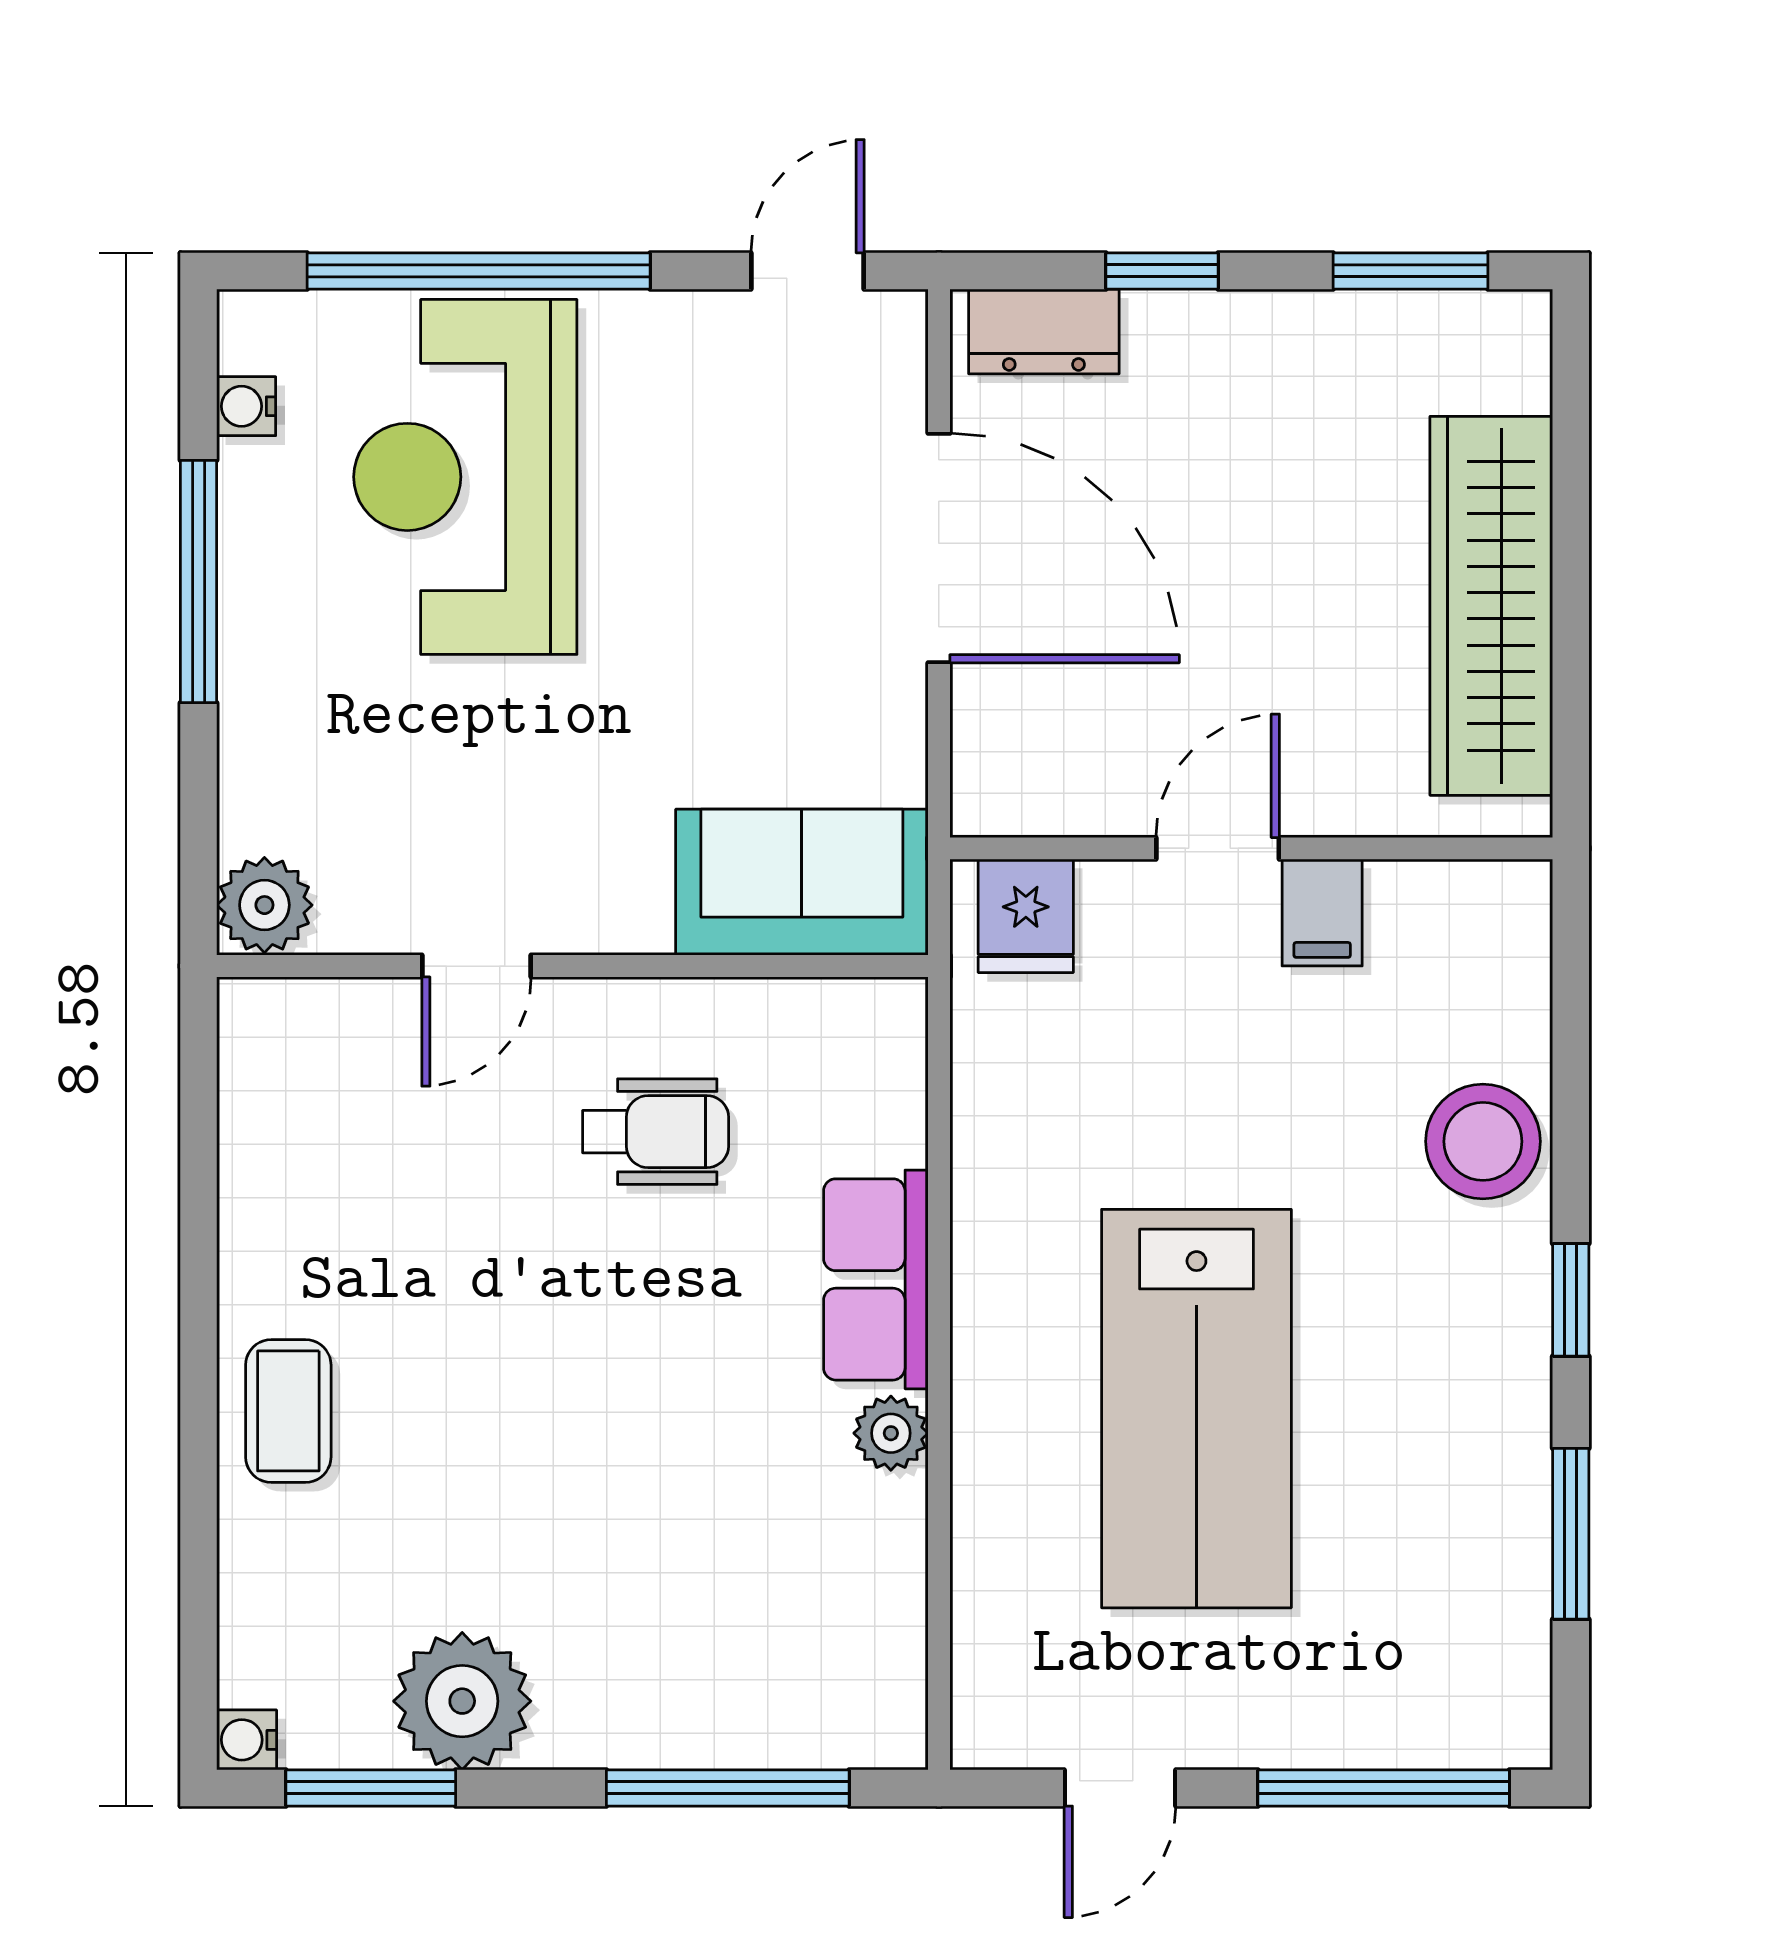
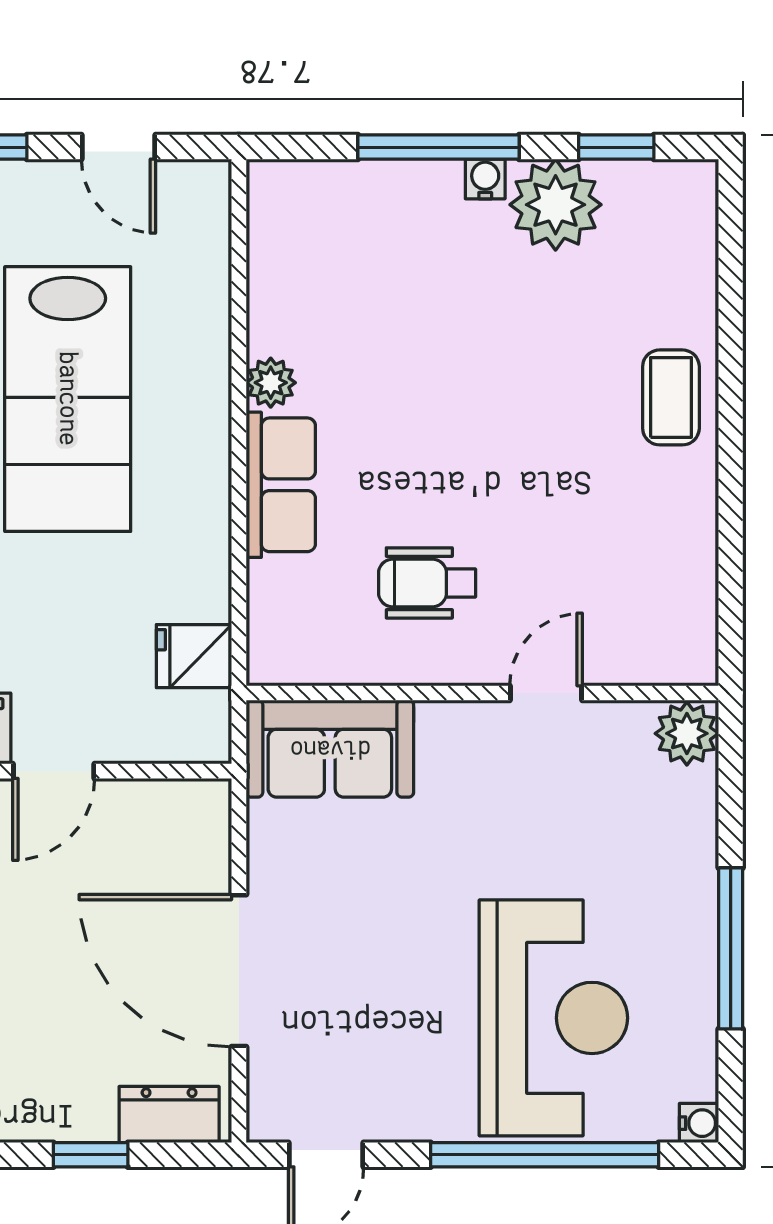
water cooler: (246, 406) -> (699, 1123), moved
fridge: (1026, 916) -> (194, 656), moved, turned -90
lab bench: (1196, 1409) -> (68, 399), turned 180
water cooler: (247, 1740) -> (485, 179), moved, turned -90
window: (371, 1788) -> (616, 147), width x0.67
window: (728, 1788) -> (438, 147), moved
door: (1120, 1788) -> (118, 147), swing flipped

